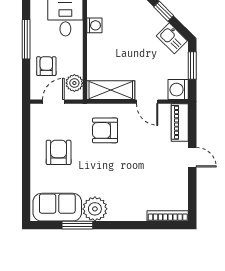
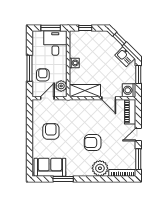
washing machine: (94, 25) -> (74, 63), moved
window: (26, 39) -> (30, 68), moved
armchair: (105, 130) -> (93, 143), moved
door: (192, 157) -> (138, 134), swing flipped
window: (192, 195) -> (138, 159), added
plant: (95, 209) -> (100, 168), moved

